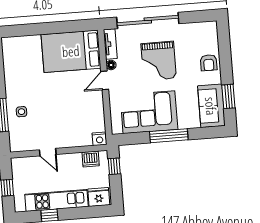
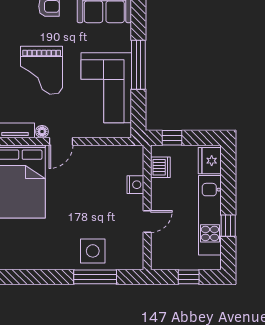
grand piano: (159, 61) -> (42, 70), turned 90
door: (105, 80) -> (61, 141), hinge flipped
side table: (22, 112) -> (93, 251), width x1.87, depth x1.87
nightstand: (100, 139) -> (135, 185), moved

